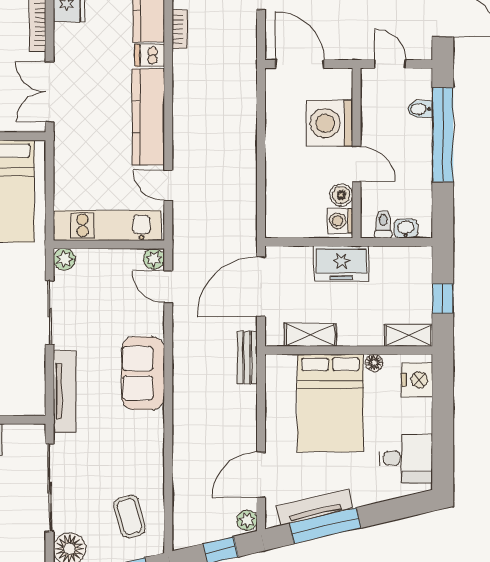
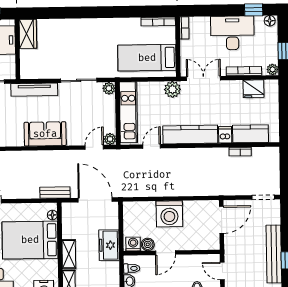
door: (390, 64) -> (222, 271), swing flipped
washing machine: (329, 123) -> (169, 214), moved, turned 180
plant: (68, 147) -> (172, 89), added
shelving: (310, 335) -> (69, 254), moved
floor lamp: (374, 363) -> (52, 215), moved

